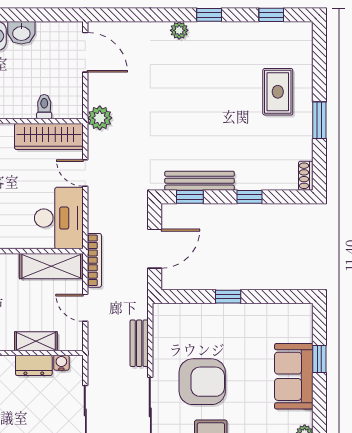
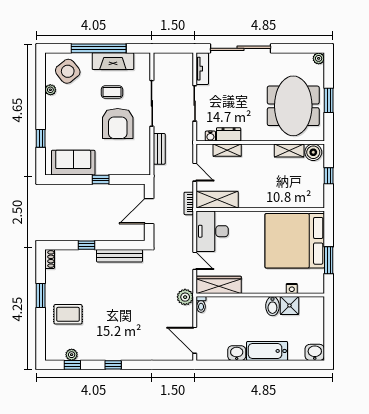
plant: (179, 30) -> (72, 355), moved
rug: (278, 92) -> (68, 314), turned 90
toilet: (44, 107) -> (201, 304), moved
window: (190, 197) -> (126, 245), removed
bookcase: (94, 260) -> (189, 203), width x0.64
sofa: (294, 376) -> (73, 163), moved, turned -90
armchair: (202, 382) -> (118, 124), turned -90

